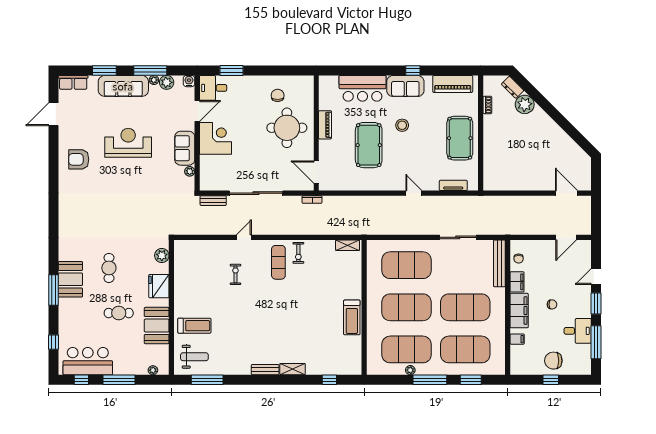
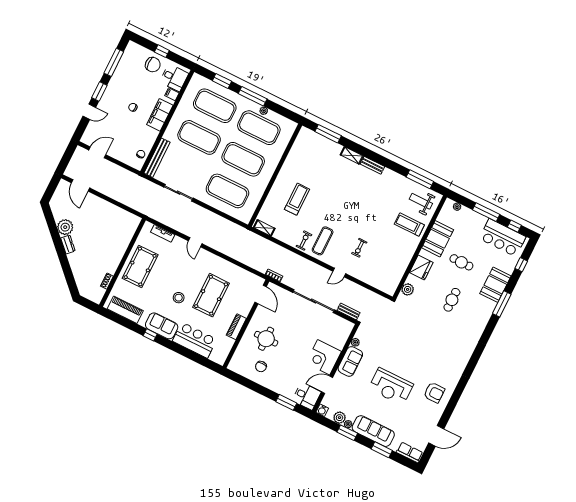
window: (150, 70) -> (347, 433), width x0.69
dresser: (513, 87) -> (68, 244), moved
plant: (525, 104) -> (65, 227), moved
round table: (287, 128) -> (266, 339), width x0.73, depth x0.73
booth: (70, 279) -> (495, 285), moved
filing cabinet: (517, 282) -> (151, 137), removed
treadmill: (352, 317) -> (297, 199), moved
desk: (578, 331) -> (174, 78), moved, turned 180
window: (329, 380) -> (328, 134), width x2.17

